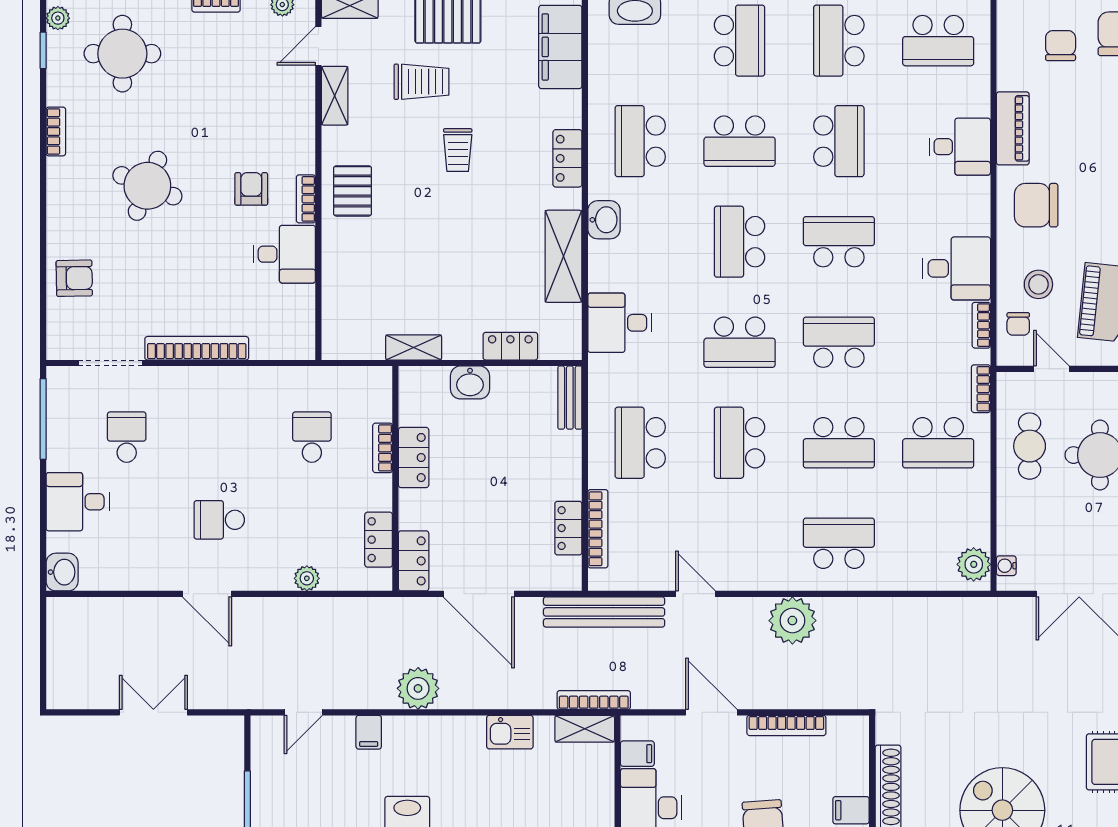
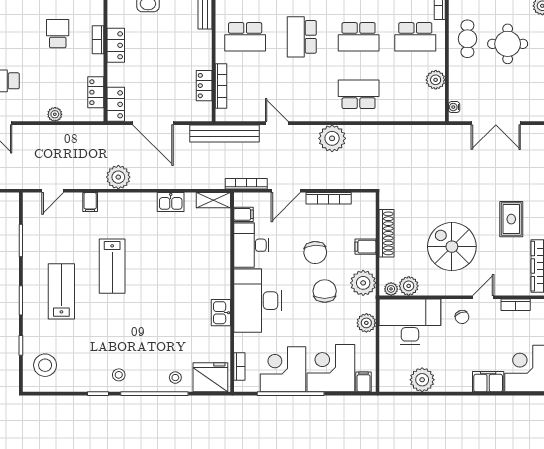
school desk: (640, 443) -> (245, 37), turned -90
plant: (974, 564) -> (436, 80), moved
bookcase: (594, 700) -> (246, 184), moved
door: (711, 712) -> (286, 191), swing flipped

